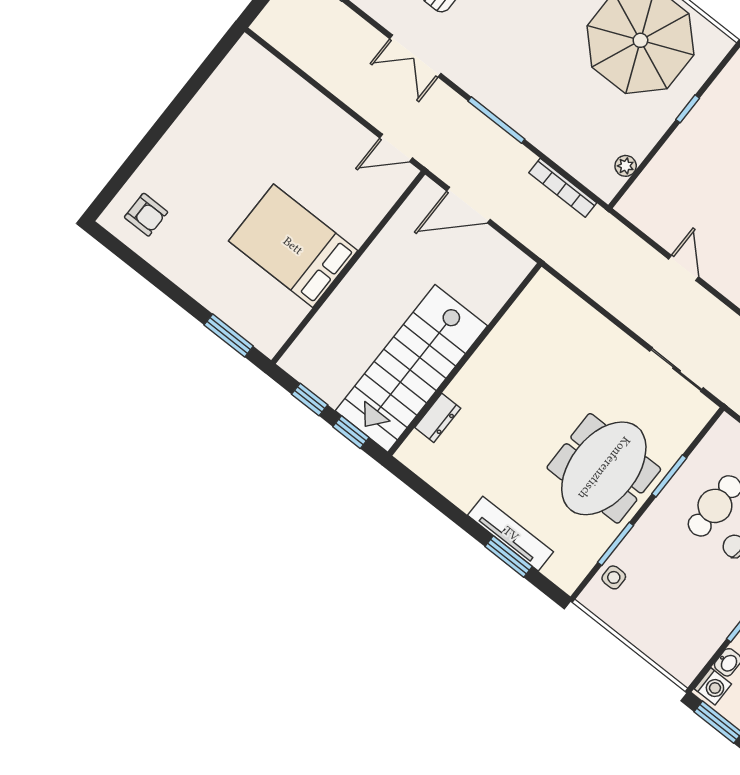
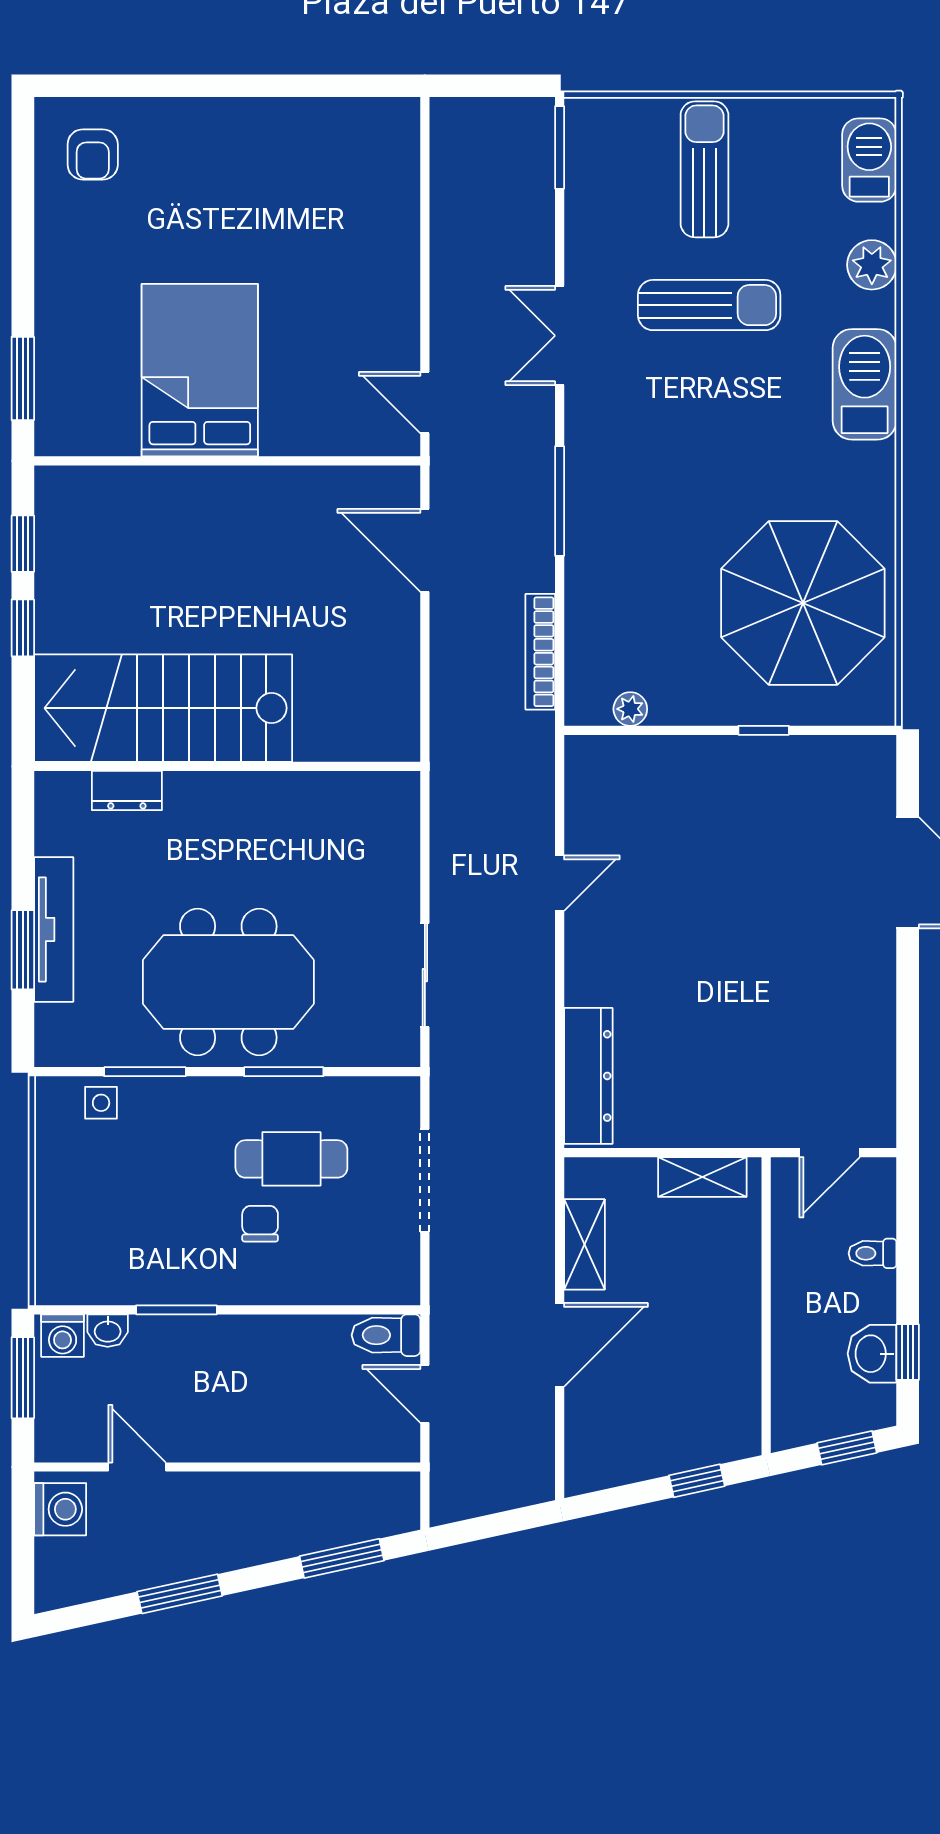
wall: (465, 359) -> (227, 766), moved
stairs: (411, 368) -> (163, 708), moved
dresser: (438, 418) -> (127, 790), moved

